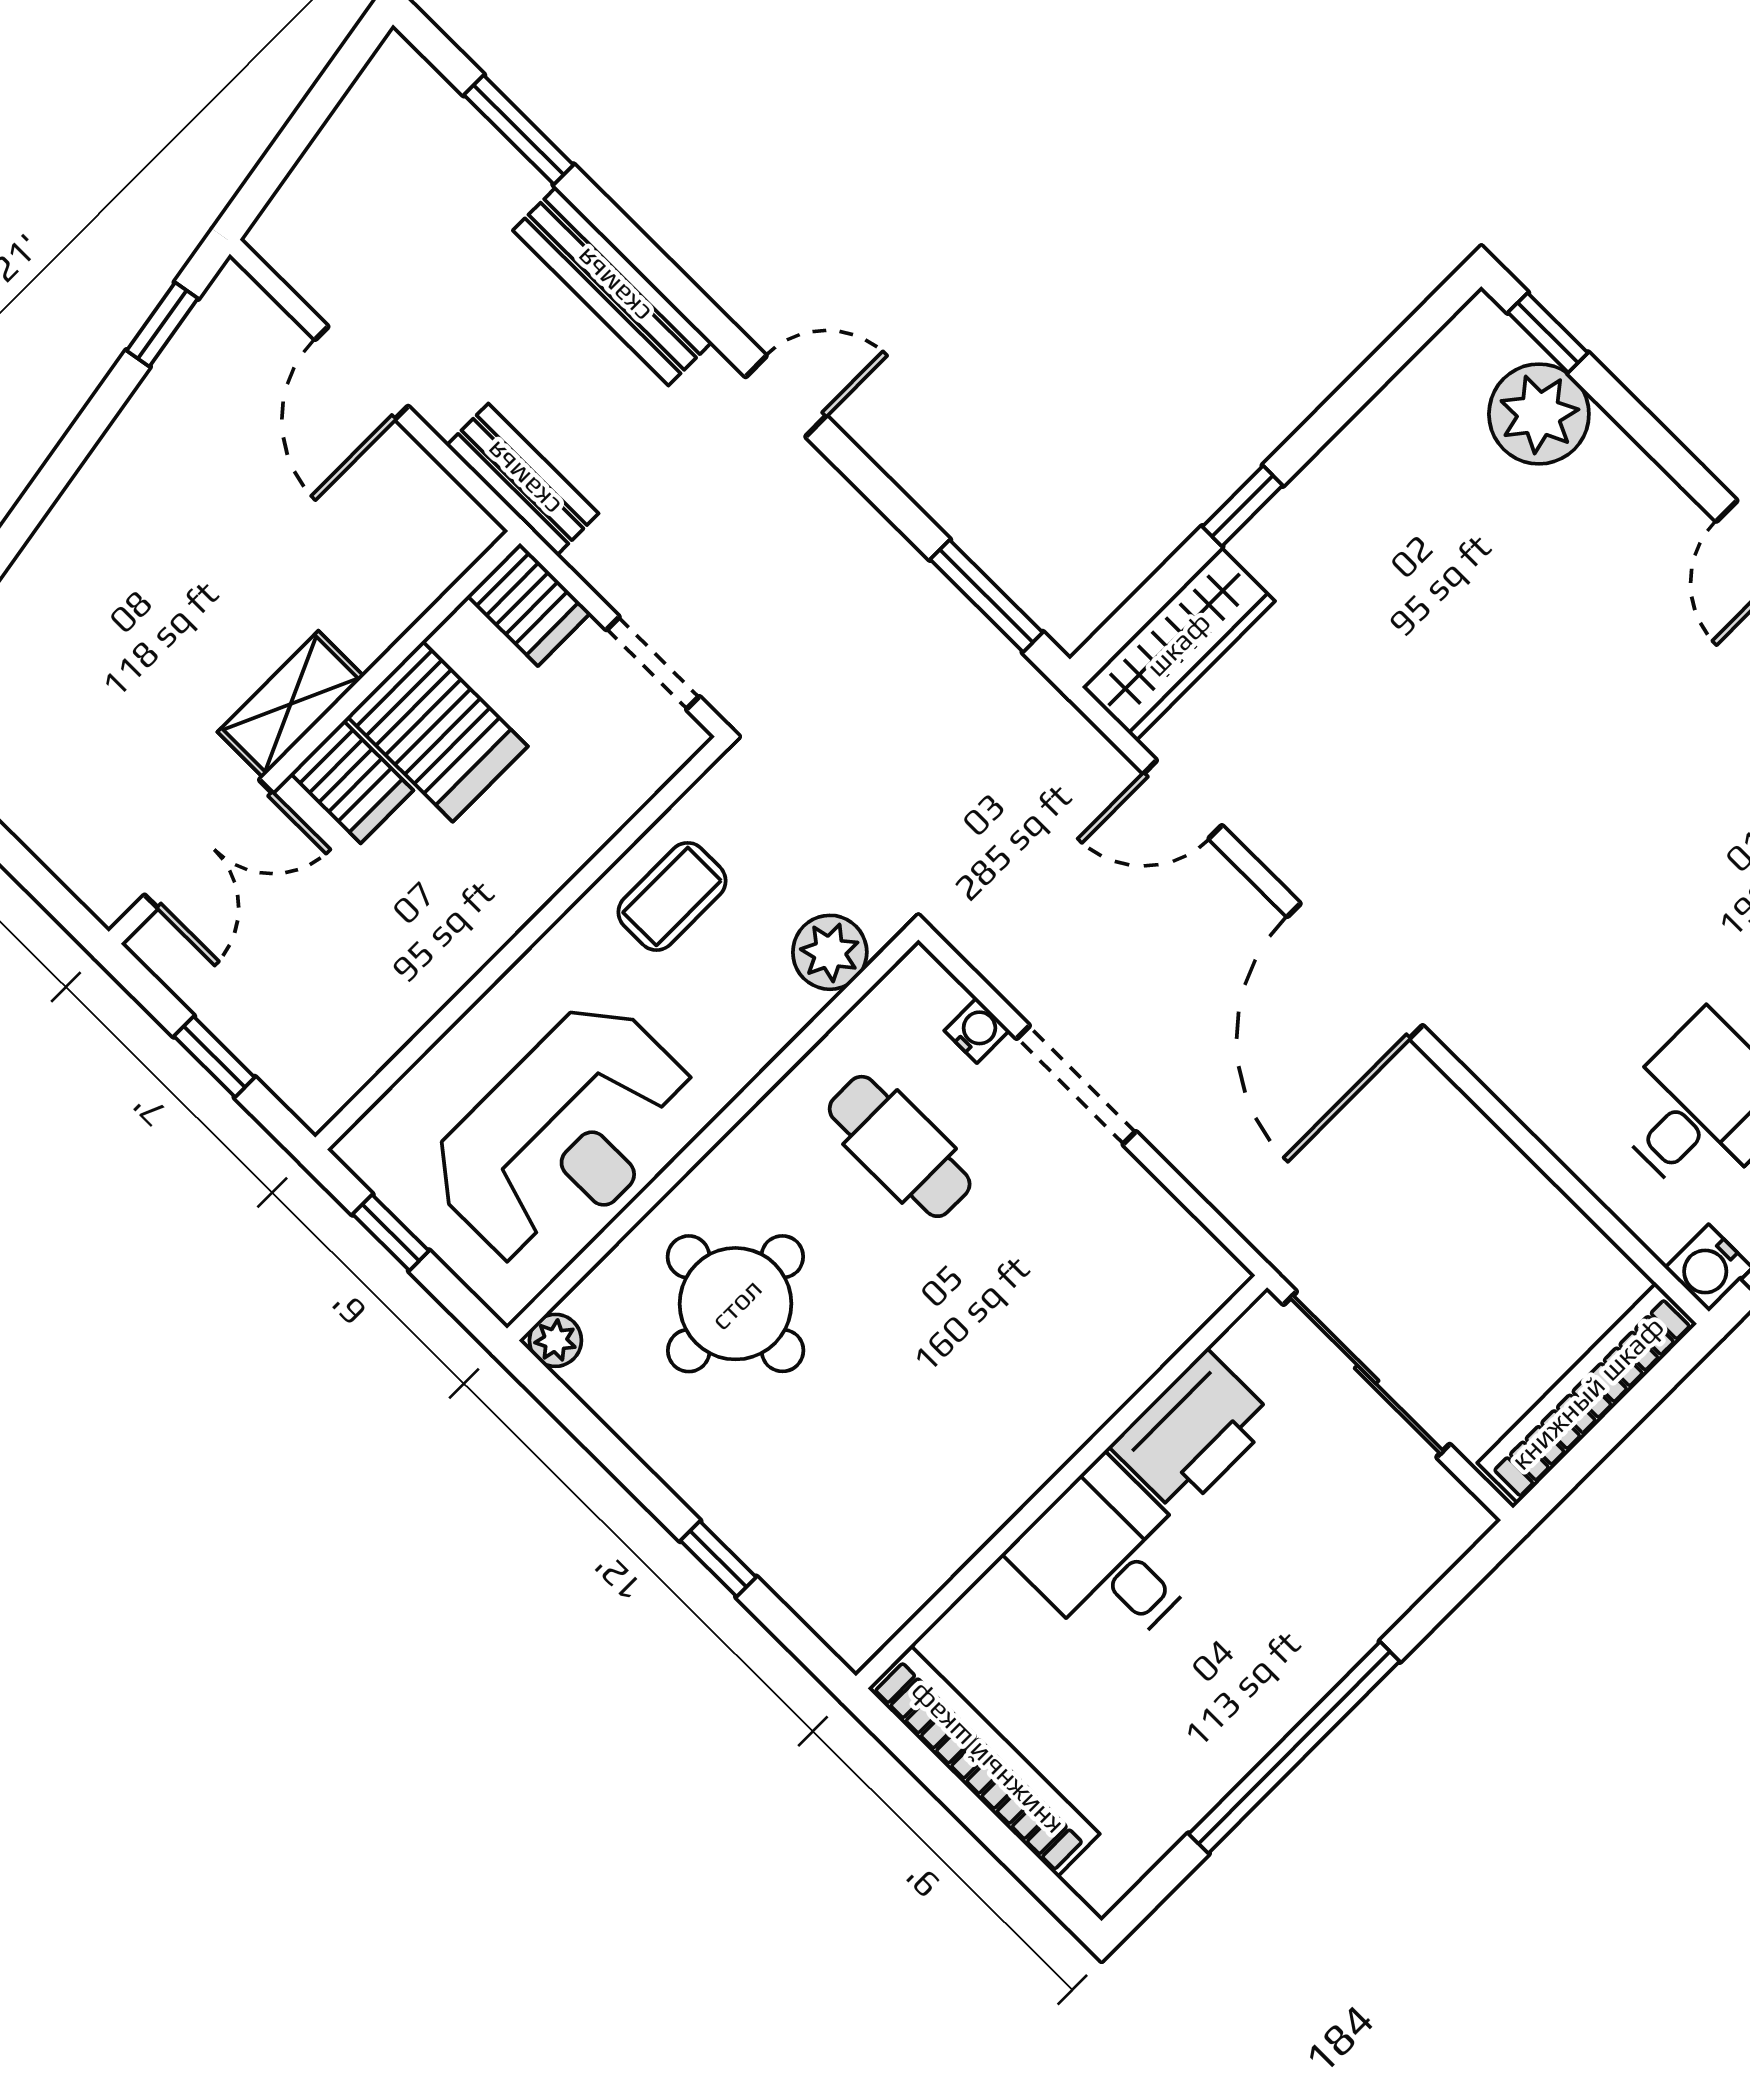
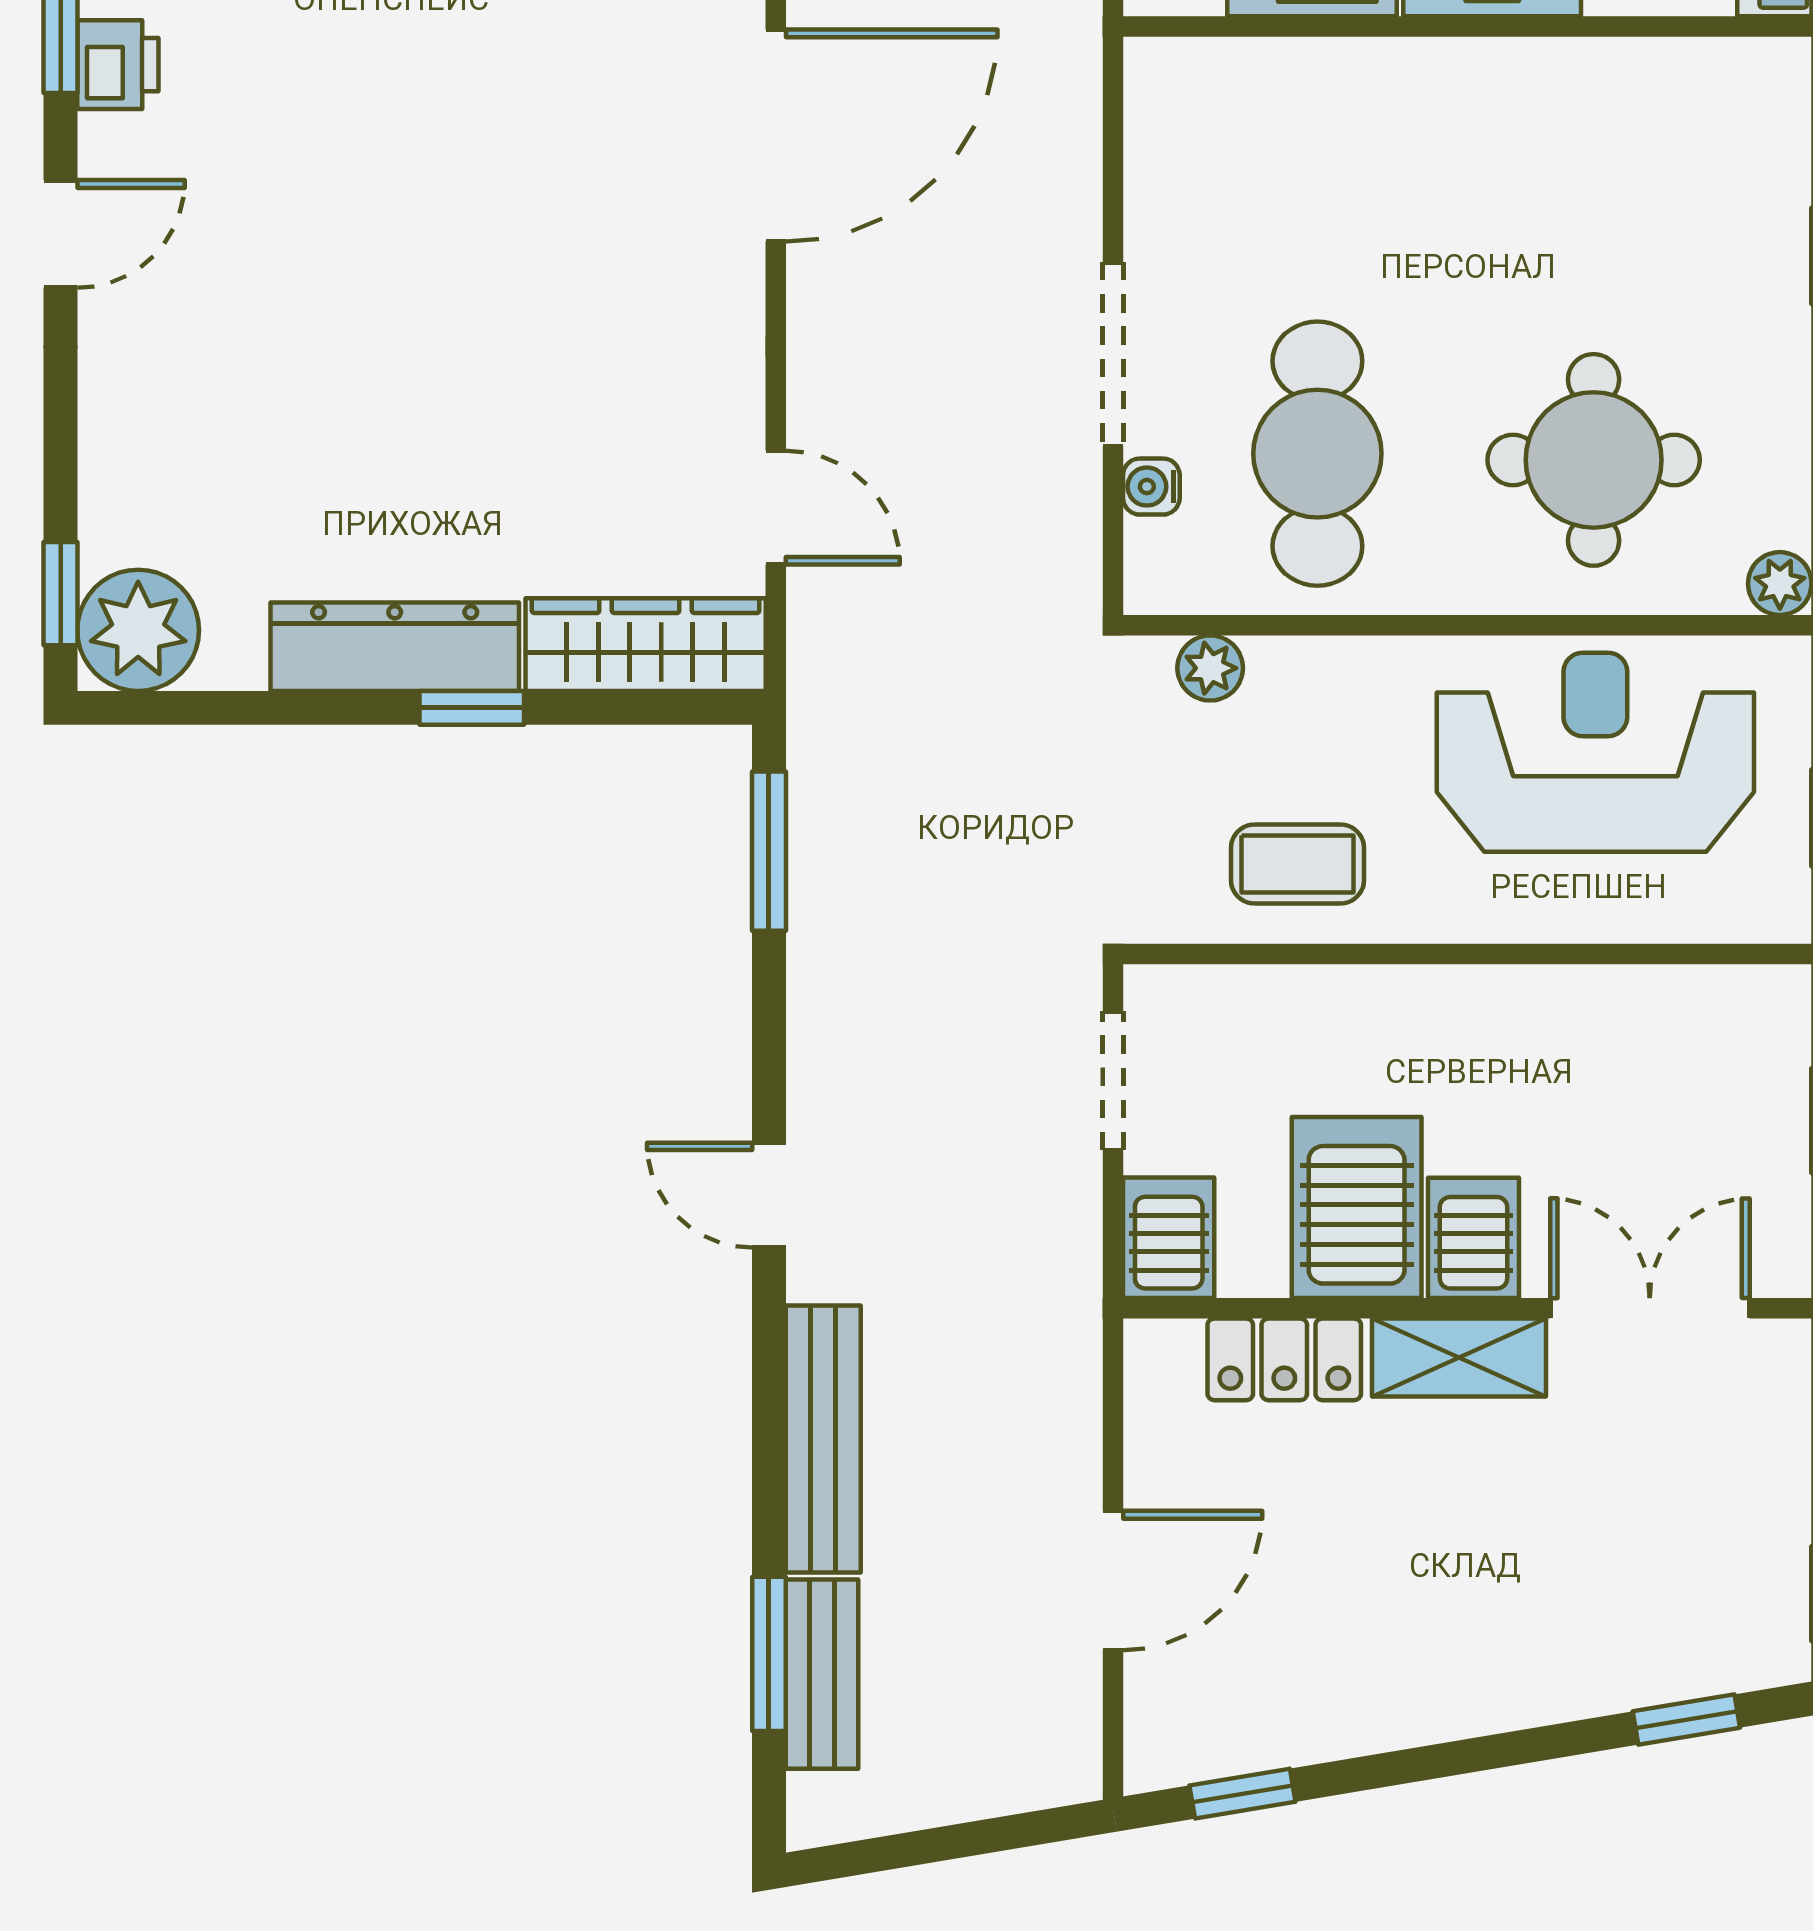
plant: (1539, 414) -> (138, 630), moved
bench: (522, 479) -> (822, 1674), moved
dresser: (1323, 497) -> (395, 647), added
locker: (391, 601) -> (1284, 1359), added
plant: (830, 952) -> (1210, 668), width x0.73, depth x0.73
door: (1355, 971) -> (776, 136), moved
cafe table: (900, 1146) -> (1317, 454), width x1.37, depth x1.35

